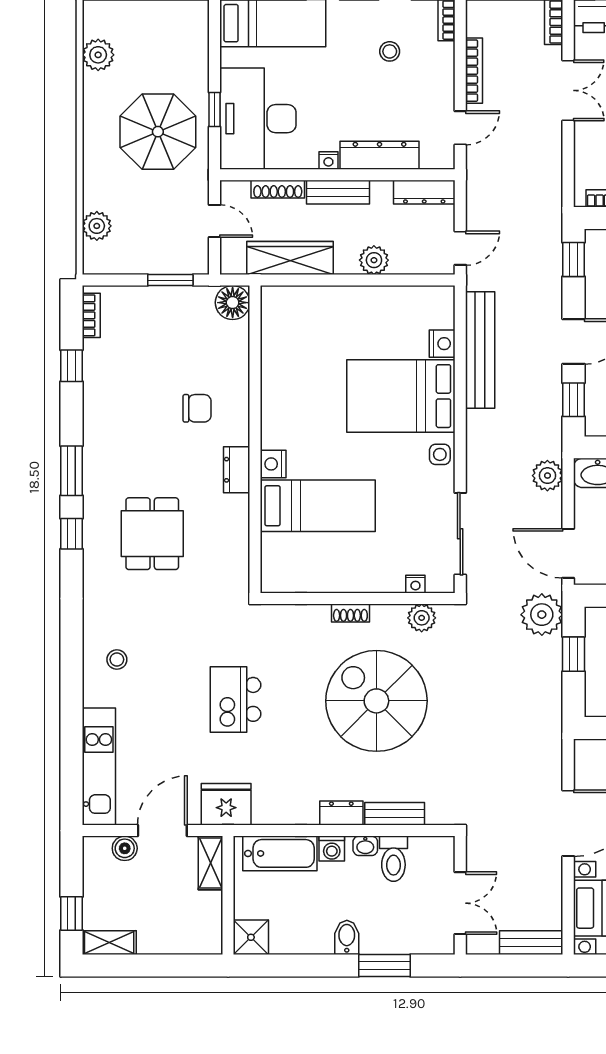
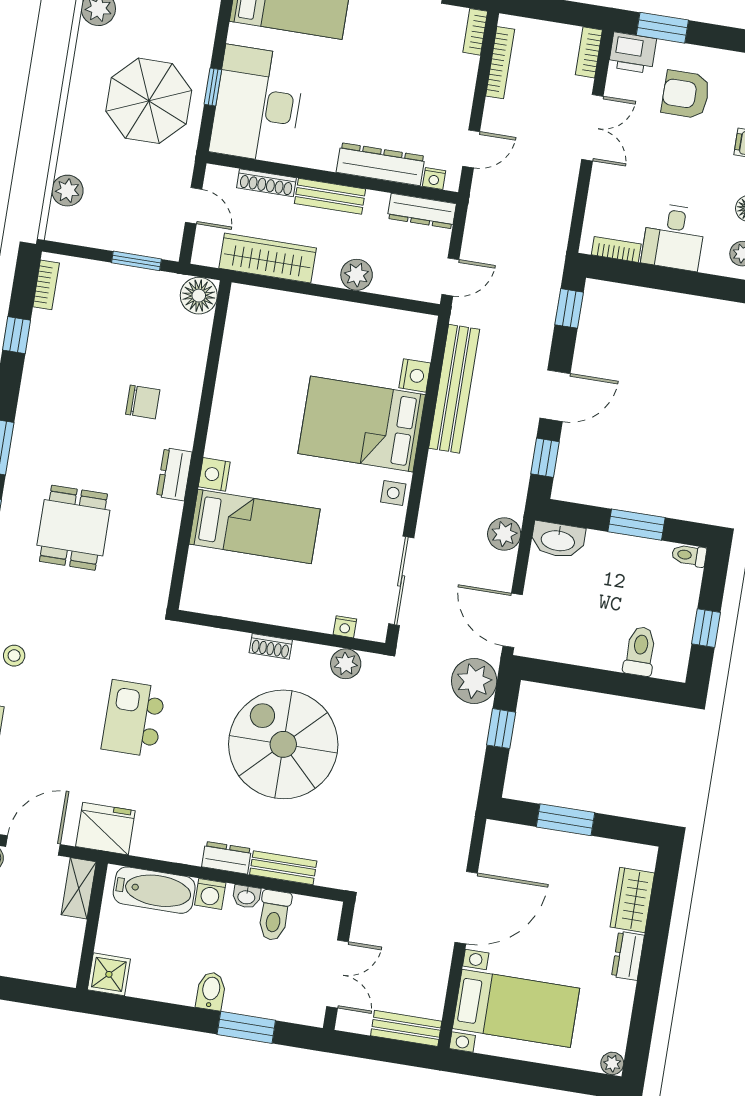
stool: (390, 51) -> (409, 55), removed
bookcase: (474, 71) -> (500, 63), moved
nightstand: (328, 160) -> (434, 178), moved

